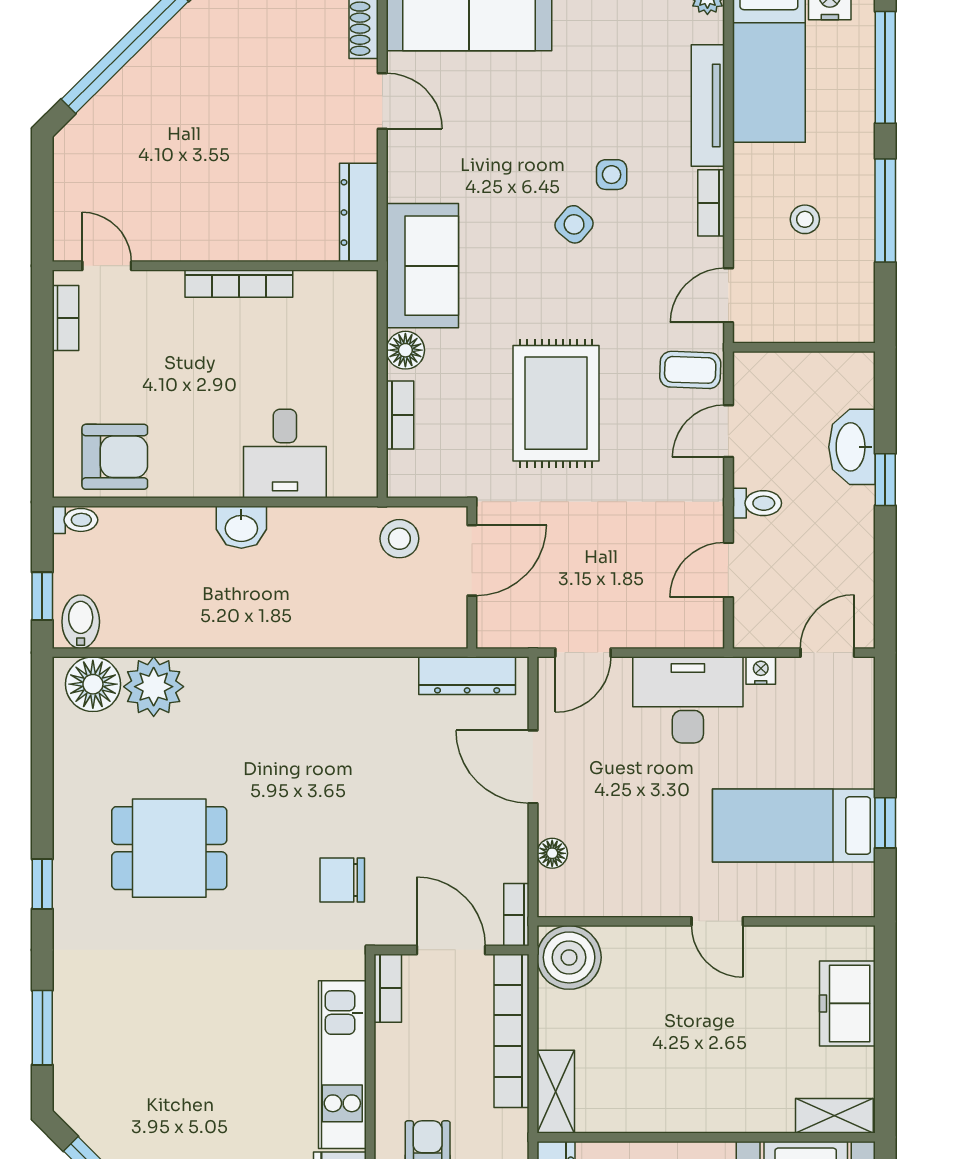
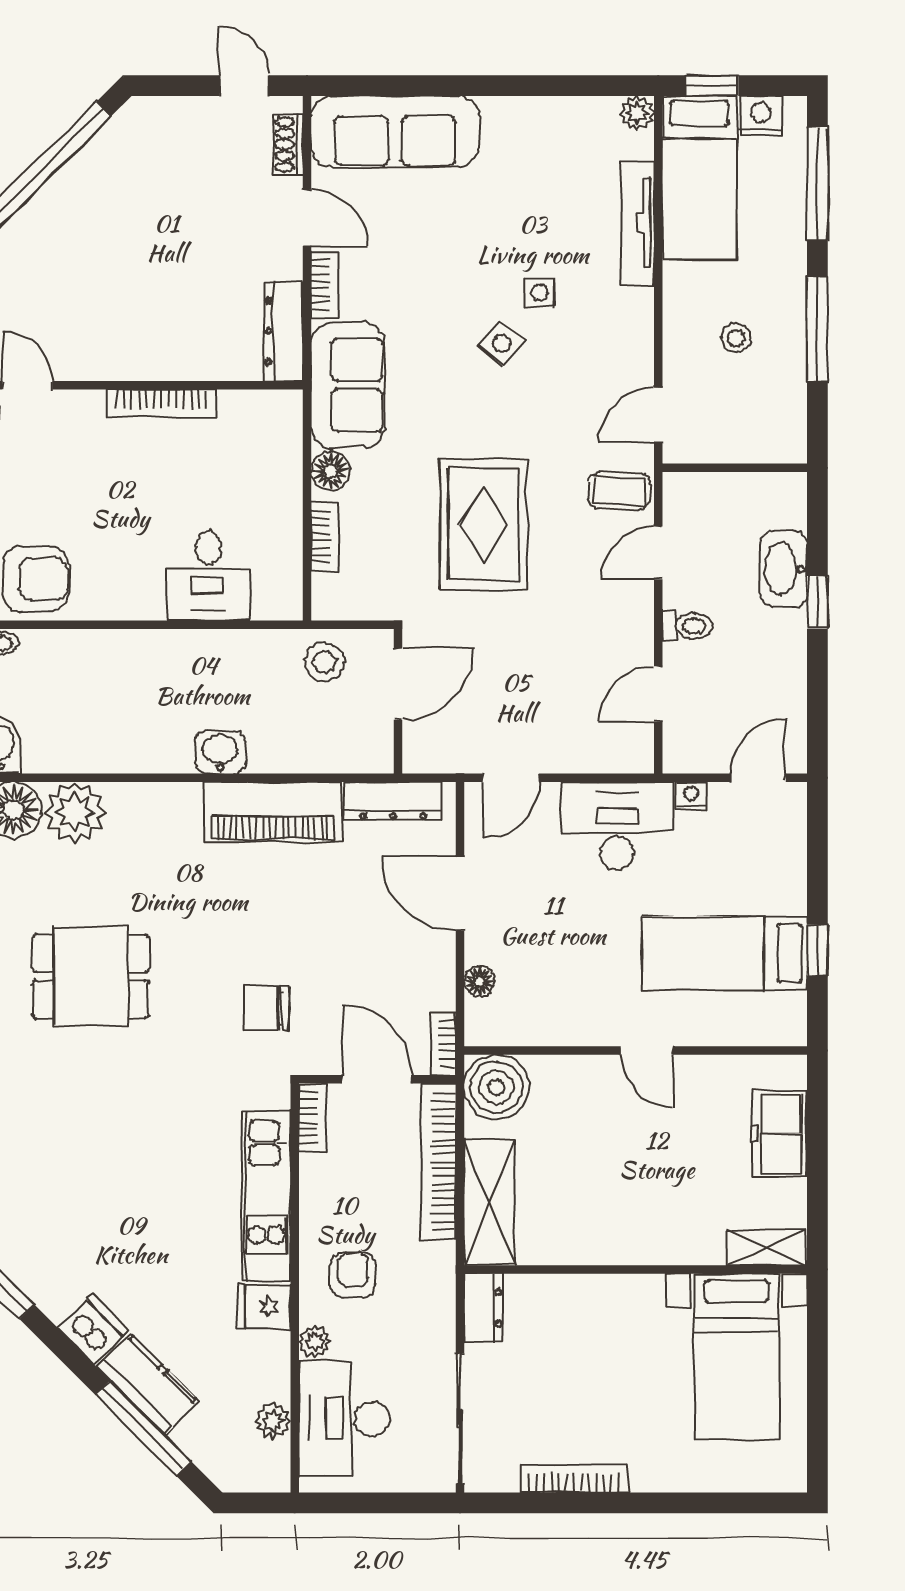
bookcase: (711, 203) -> (325, 285), moved, turned 180
washbasin: (241, 527) -> (220, 752), moved, turned 180
piano: (348, 686) -> (272, 812), added
shelving: (556, 1092) -> (489, 1202), width x1.50, depth x1.33

